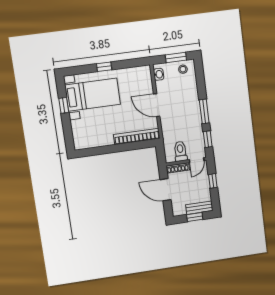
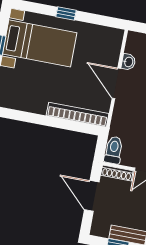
washbasin: (159, 74) -> (128, 62), moved
toilet: (180, 151) -> (114, 150), moved

